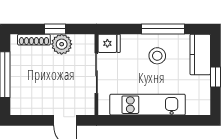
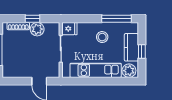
window: (163, 29) -> (117, 19), moved
kitchen counter: (200, 54) -> (131, 47), moved
plant: (197, 105) -> (129, 71), added

